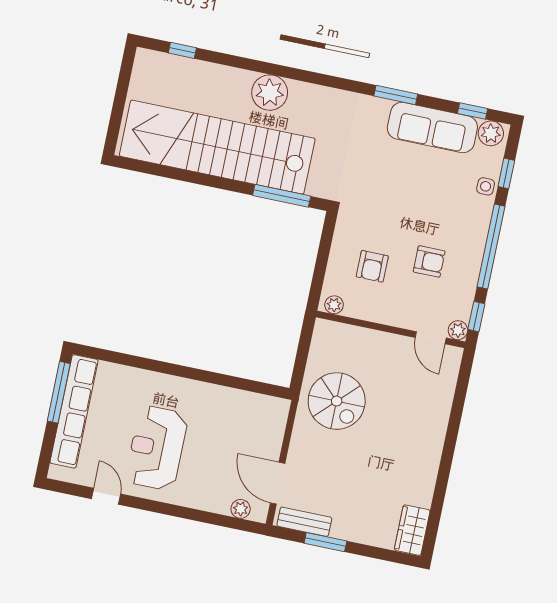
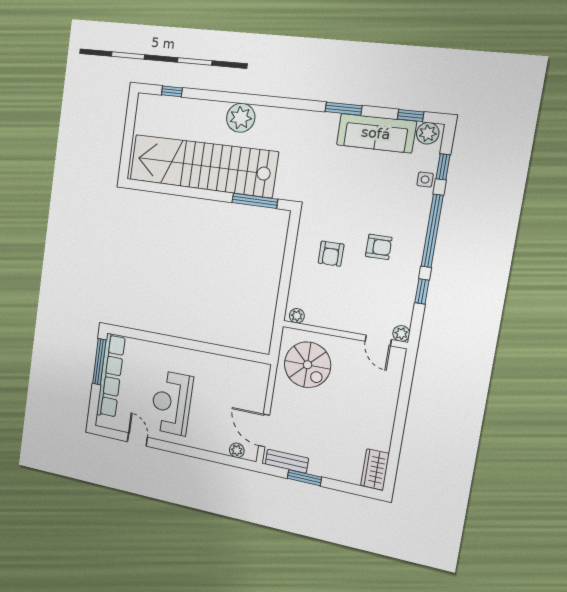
plant: (334, 305) -> (297, 316), moved
wall: (391, 329) -> (344, 334), moved
plant: (458, 330) -> (401, 334), moved
door: (431, 338) -> (378, 340), moved

